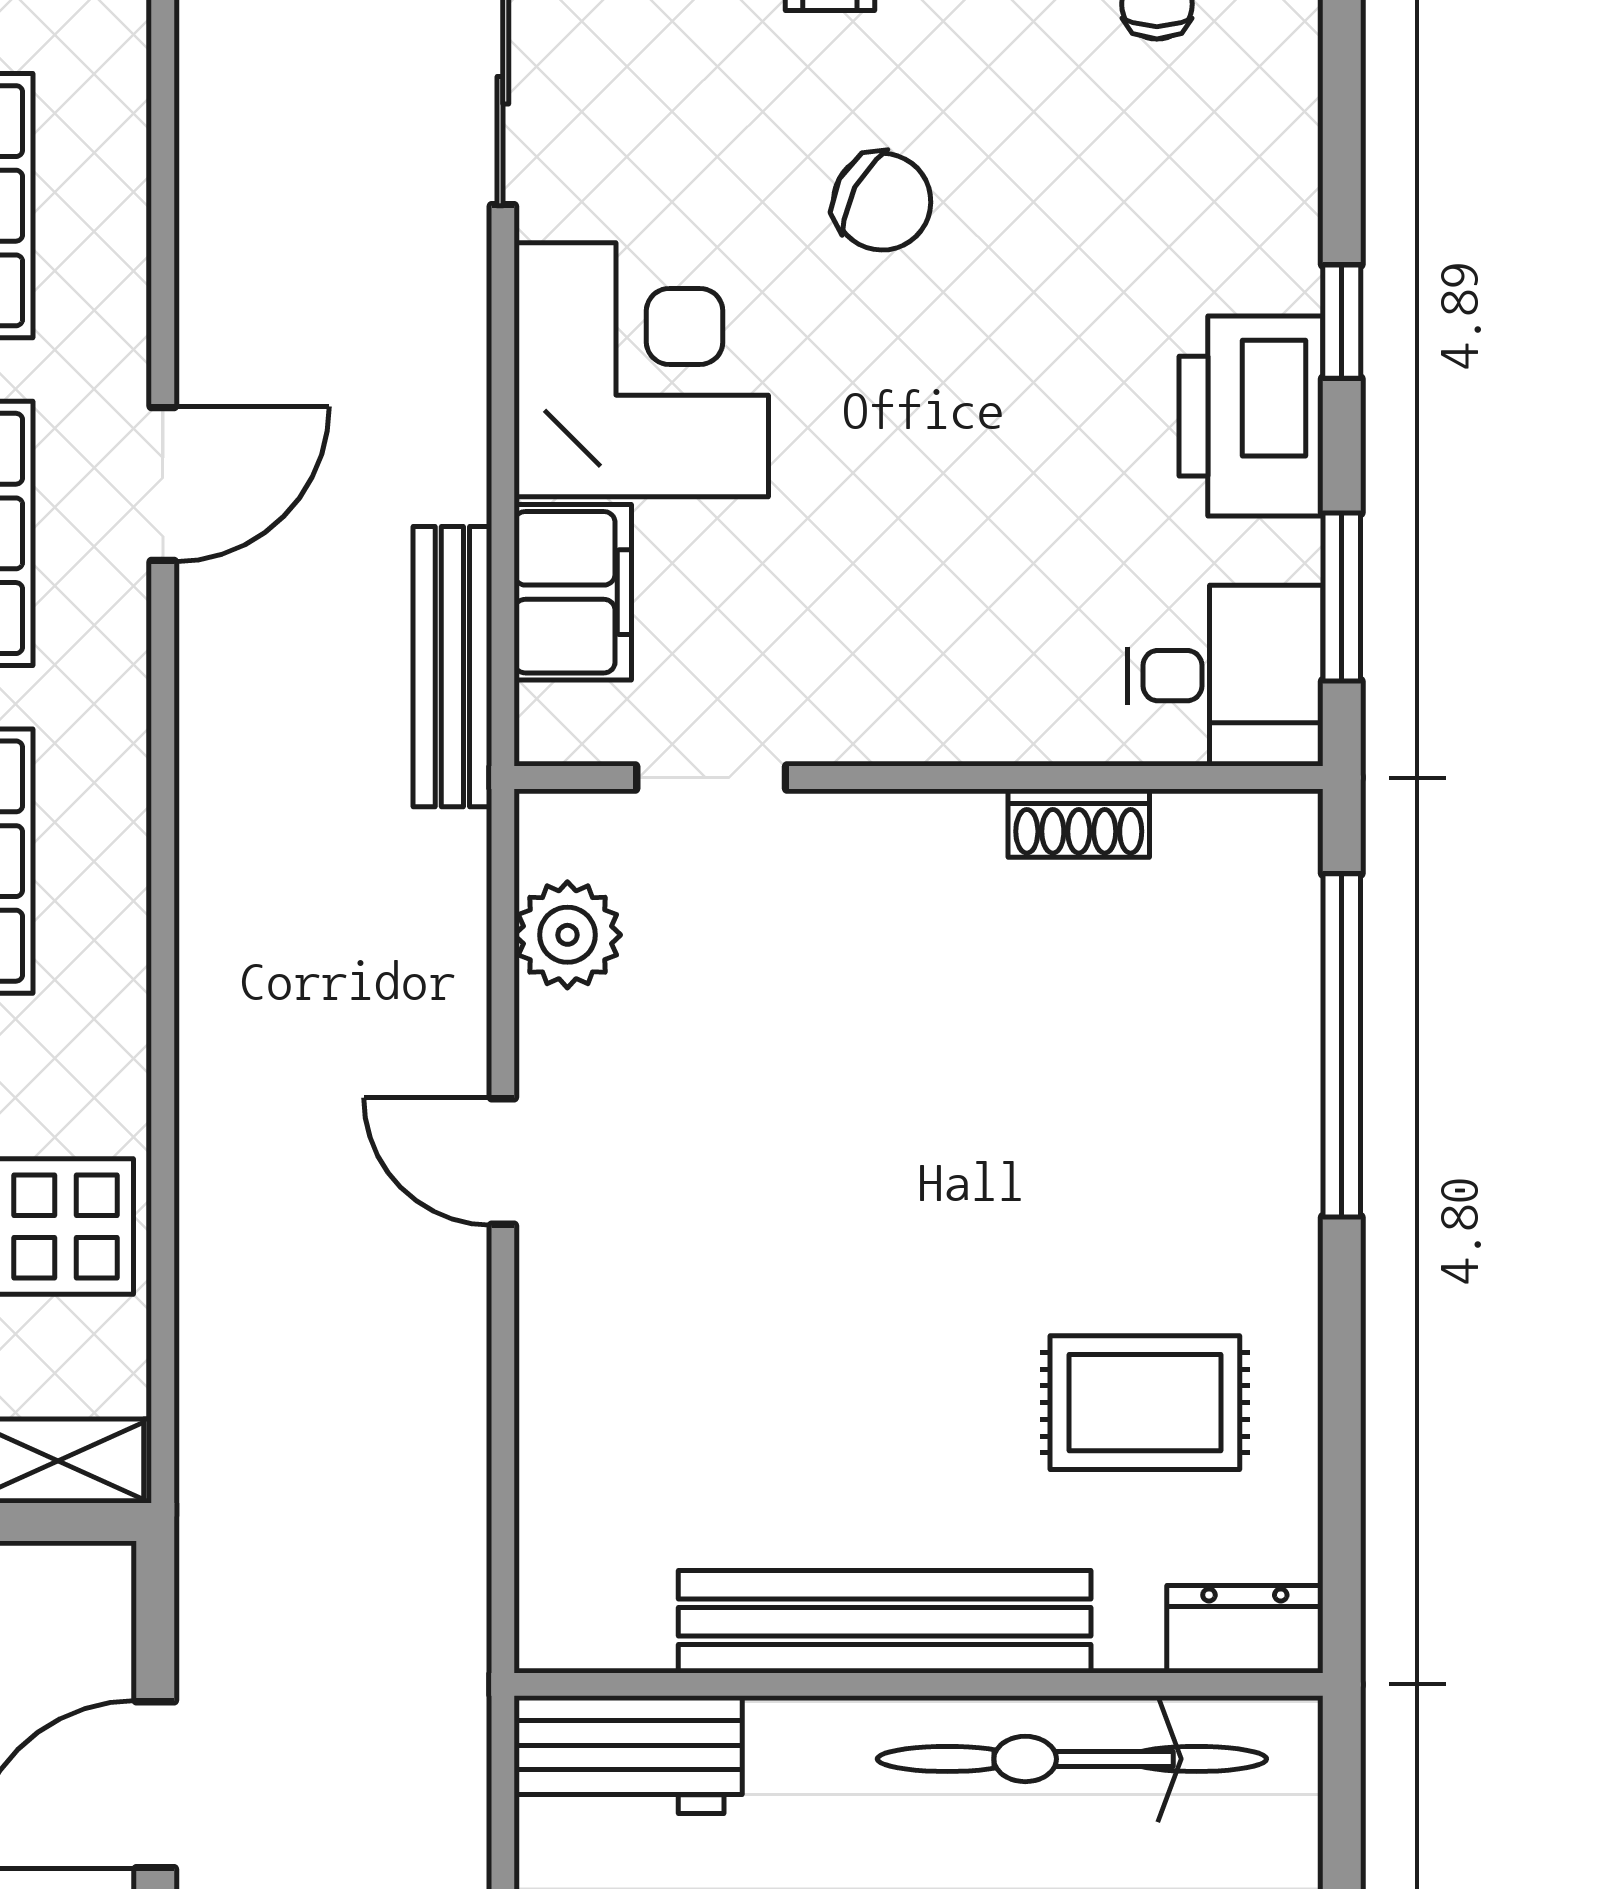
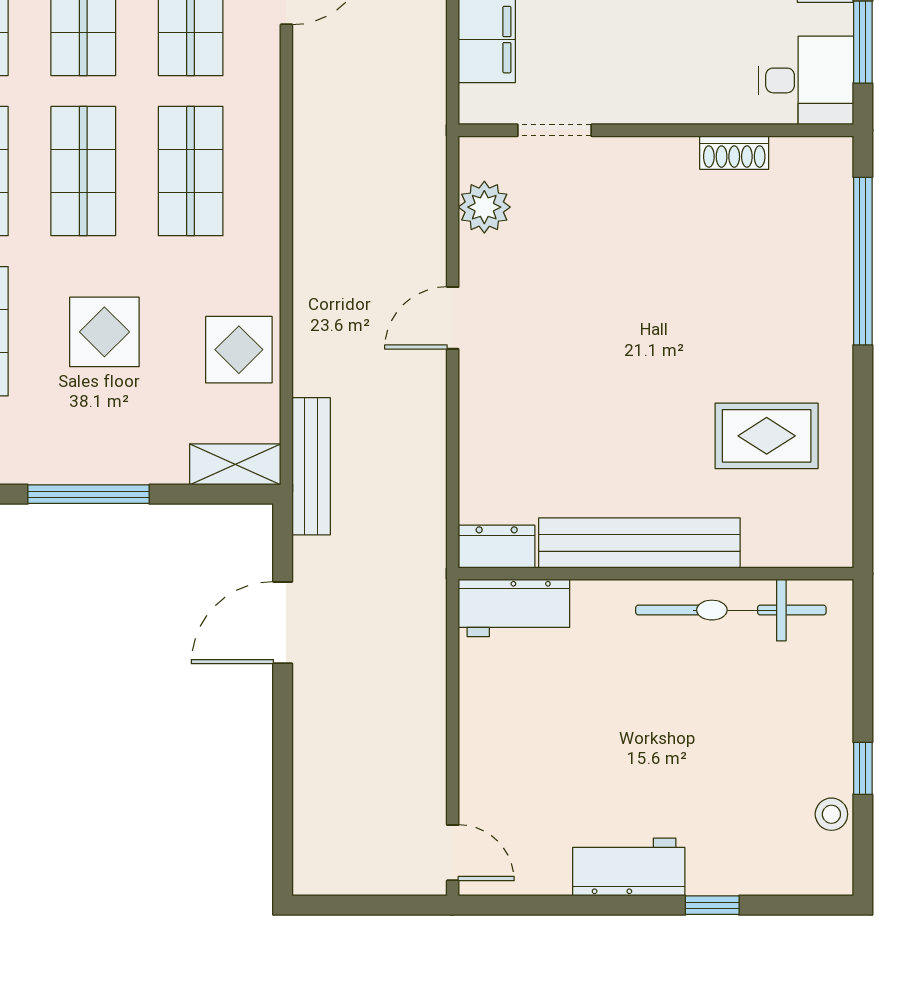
bench: (452, 667) -> (311, 466), moved
door: (503, 1161) -> (453, 318), hinge flipped
dresser: (1245, 1629) -> (497, 547), moved

